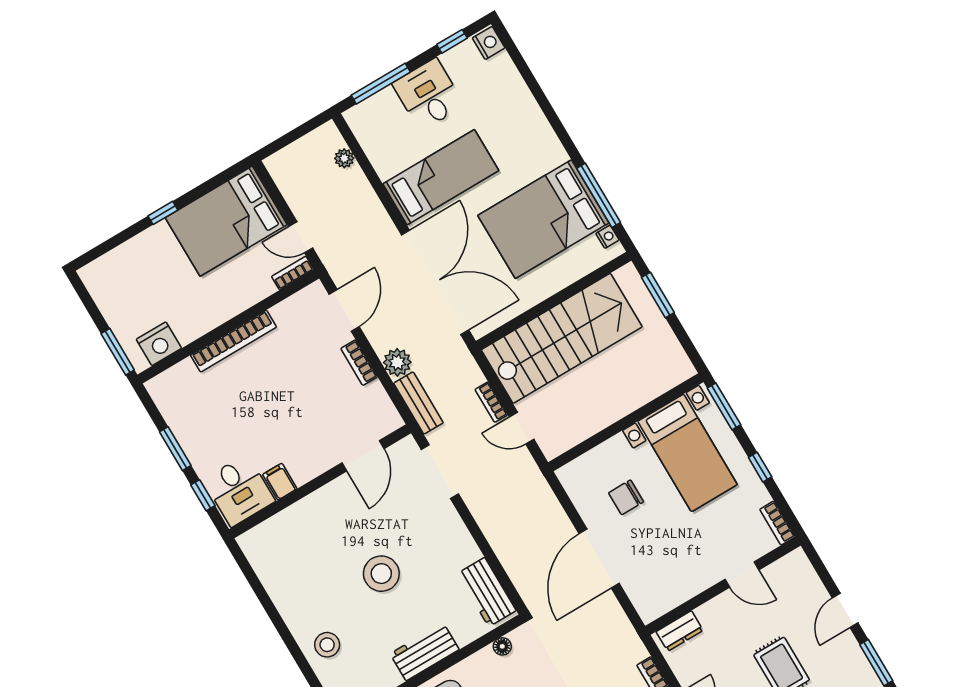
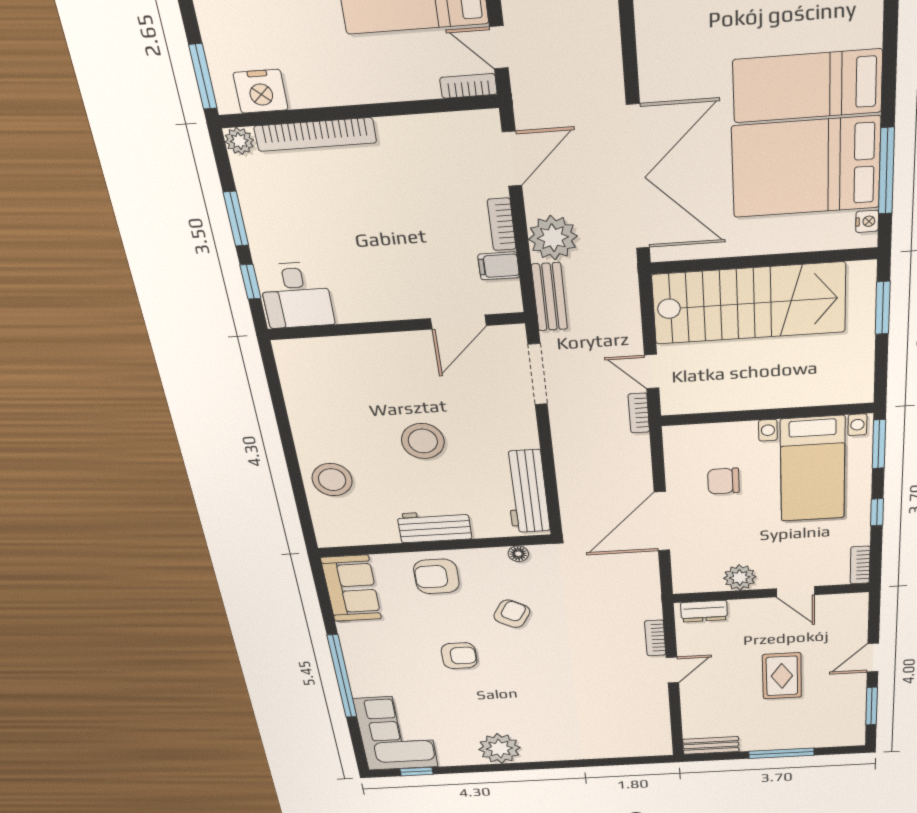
bed: (441, 177) -> (807, 86), moved, turned 180
bookcase: (234, 341) -> (315, 135), moved
plant: (397, 362) -> (553, 238), width x1.36, depth x1.36
plant: (157, 387) -> (239, 141), added
bookcase: (491, 402) -> (639, 413), moved
filing cabinet: (280, 482) -> (499, 266), moved, turned -90
plant: (689, 583) -> (740, 578), added
workbench: (487, 592) -> (527, 492), width x1.37
stool: (327, 645) -> (332, 480), width x1.38, depth x1.38

